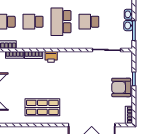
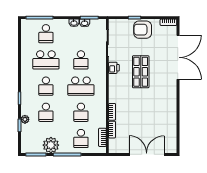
printer: (51, 57) -> (114, 68), moved
armchair: (121, 87) -> (143, 30), turned 90
shop shelf: (42, 107) -> (141, 72), moved

